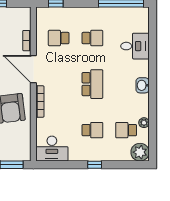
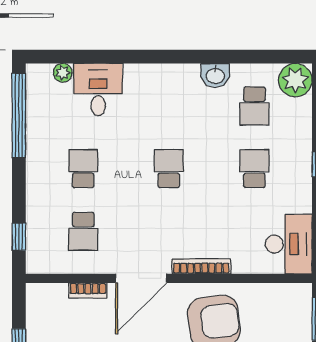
school desk: (92, 84) -> (169, 169), width x0.54
washbasin: (143, 85) -> (215, 75), moved
plant: (144, 123) -> (63, 73), moved

